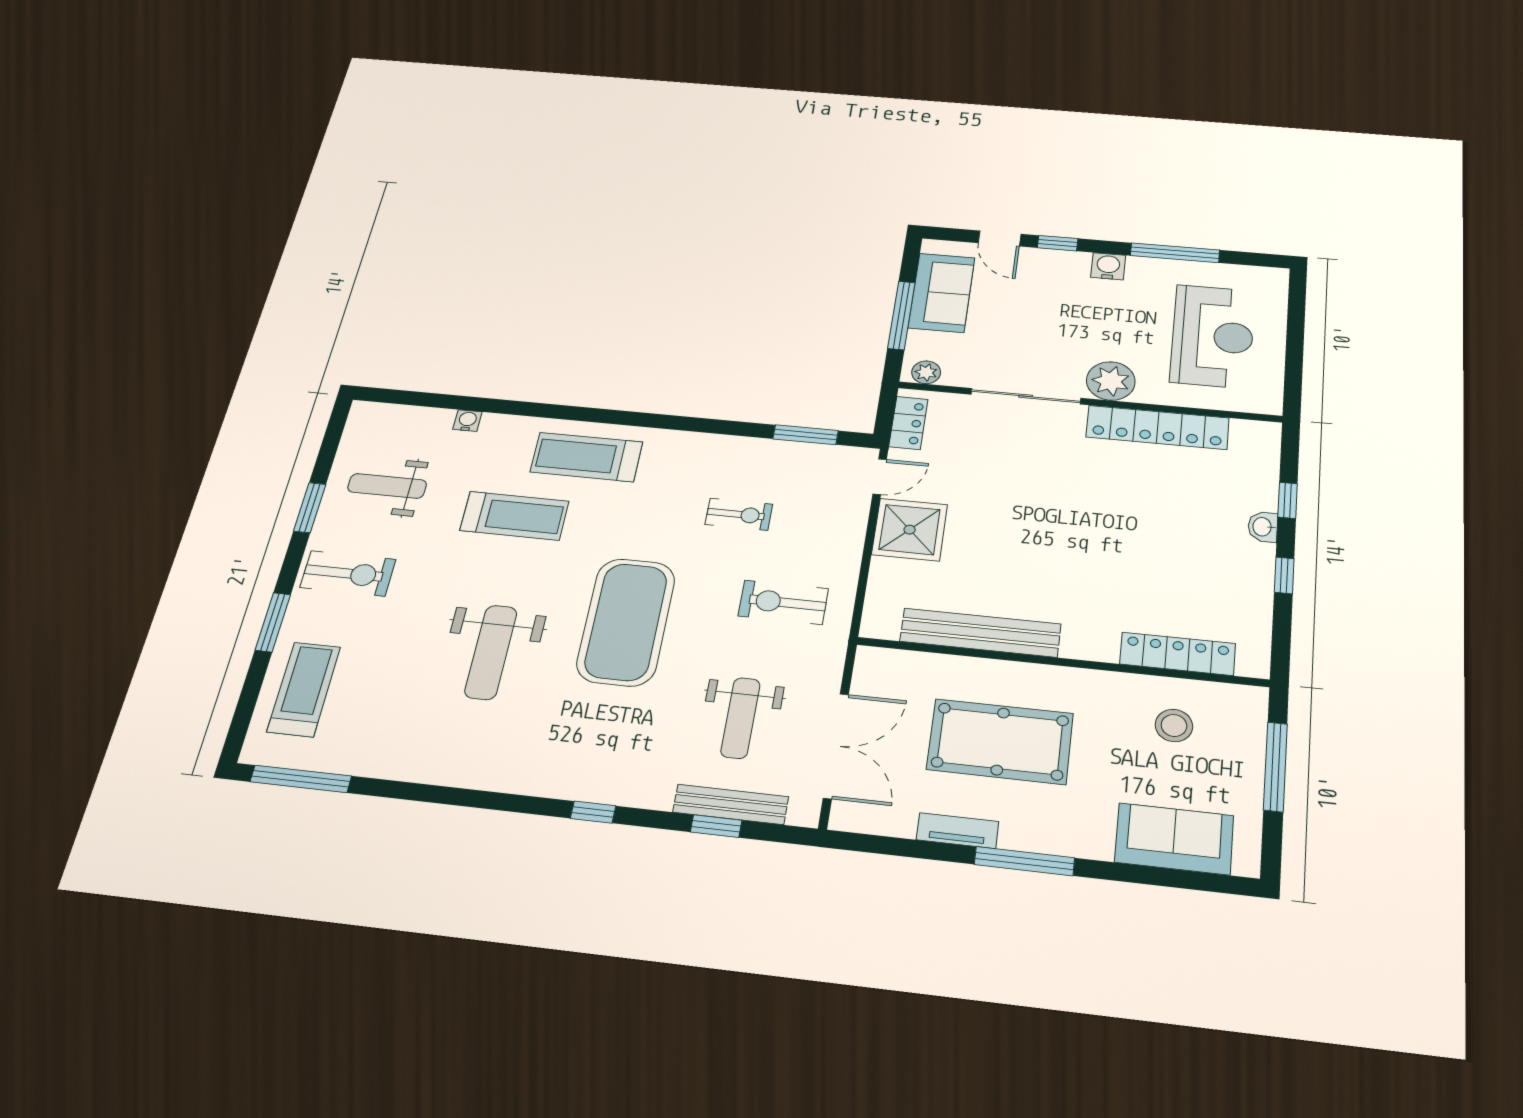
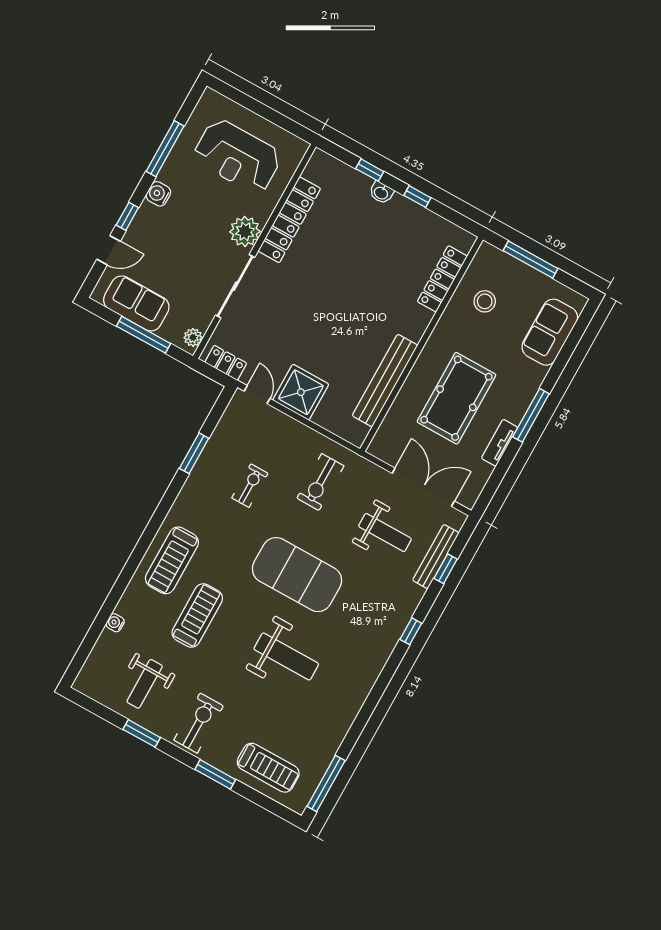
reception desk: (1213, 336) -> (237, 156), turned 180
window: (805, 435) -> (194, 453), moved
treadmill: (304, 689) -> (268, 768), turned 180

